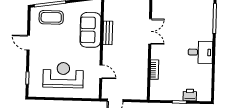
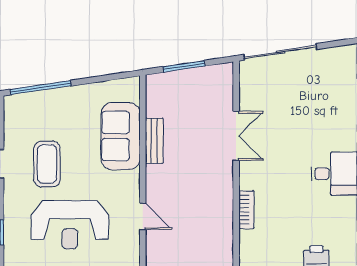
coffee table: (51, 17) -> (47, 164), moved, turned 90
reception desk: (63, 75) -> (70, 225), turned 180

